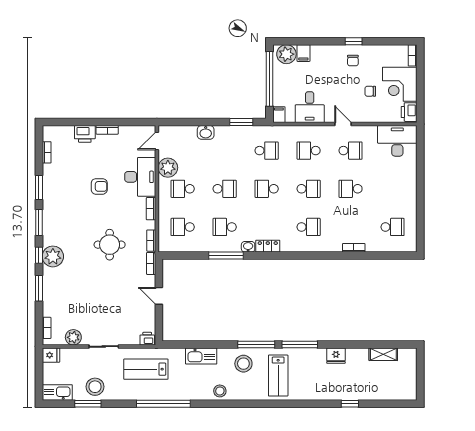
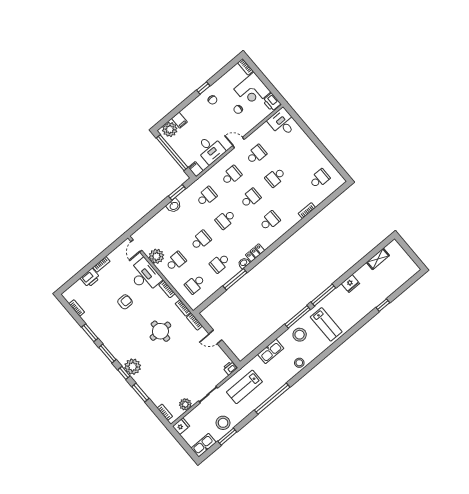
washbasin: (206, 132) -> (174, 206), moved
desk: (397, 141) -> (282, 123), width x0.73
school desk: (309, 151) -> (231, 176), turned 180
school desk: (183, 189) -> (176, 261), turned 180

